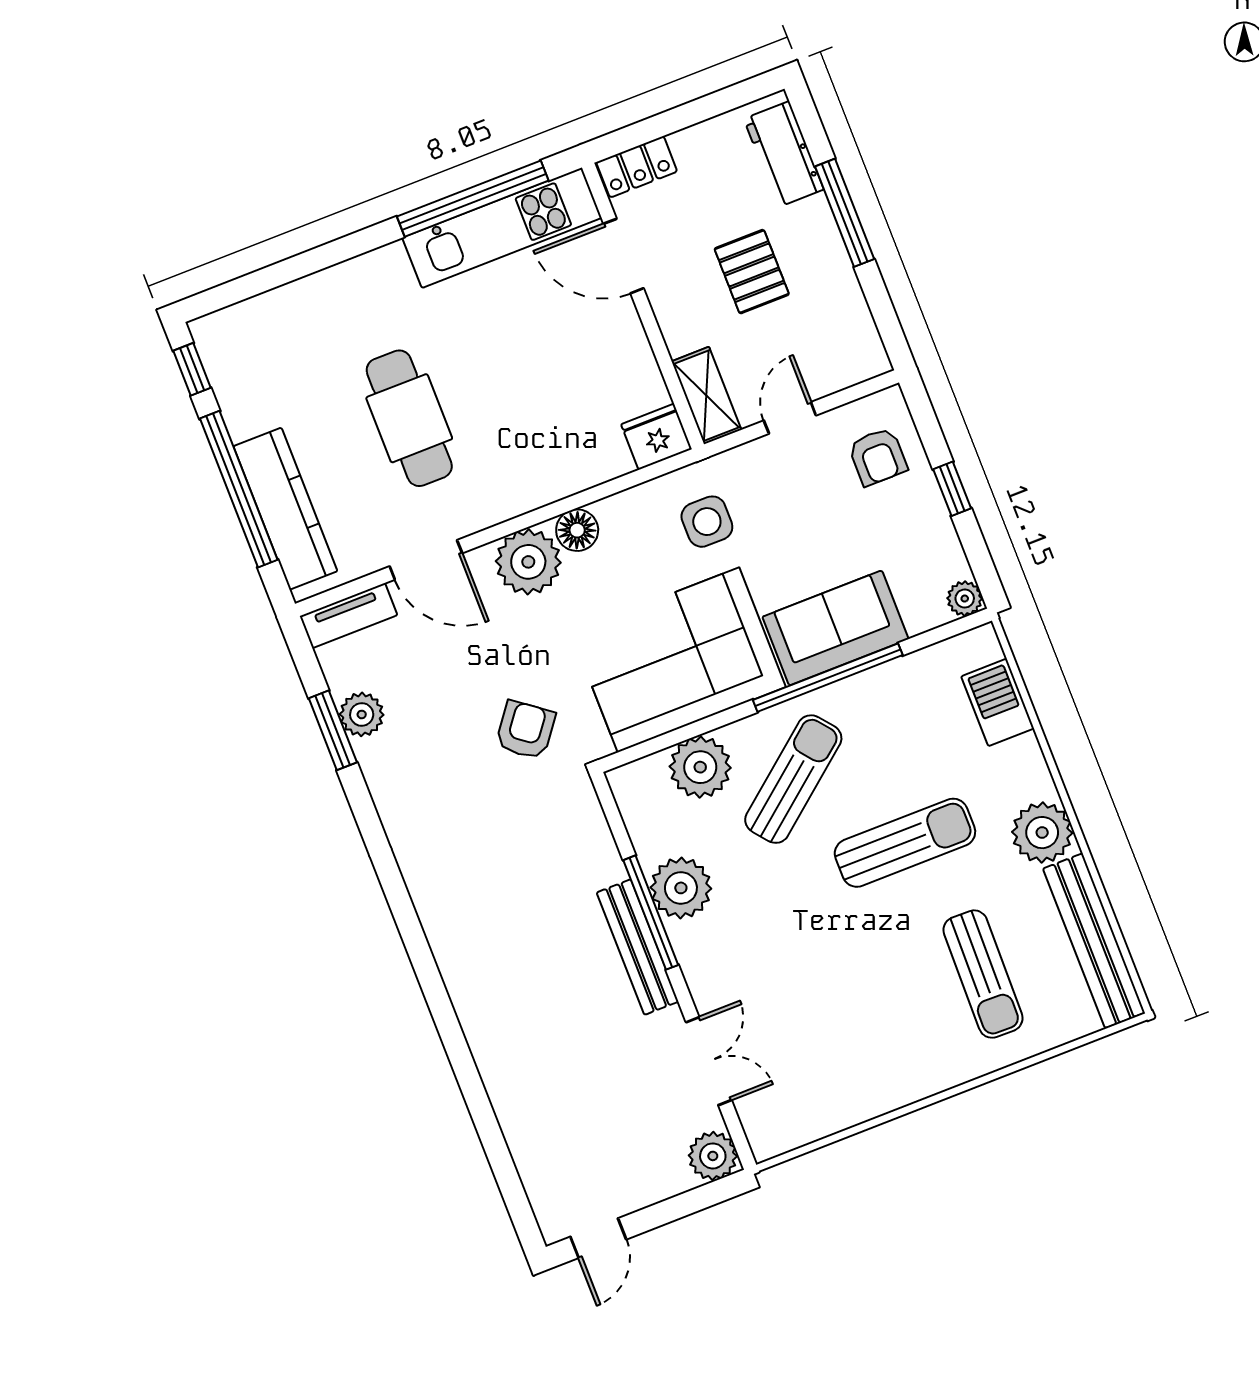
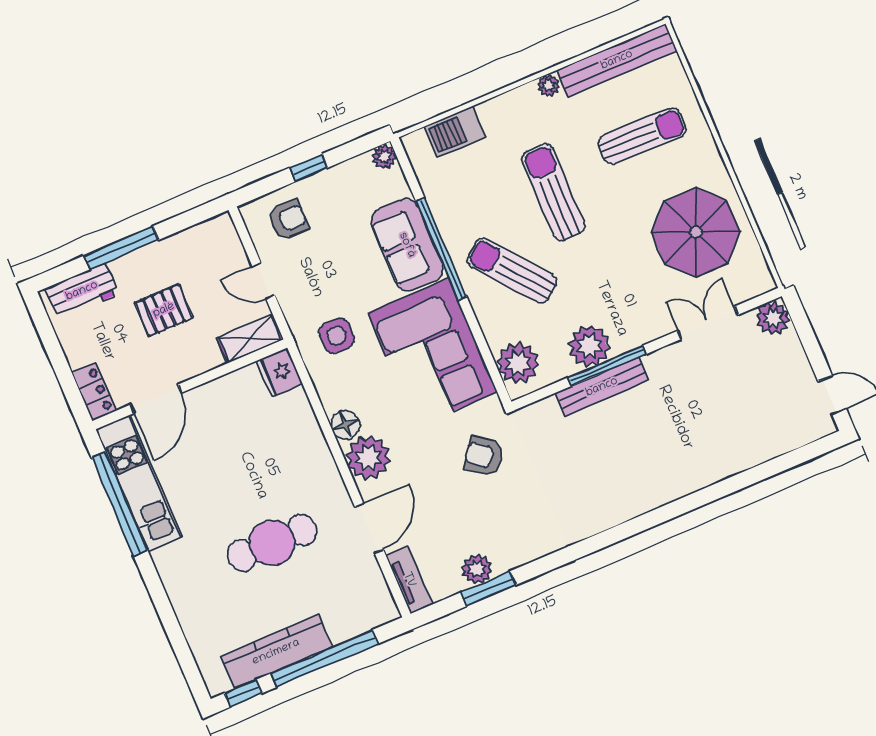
kitchen counter: (285, 509) -> (276, 652), moved
plant: (700, 767) -> (518, 363), moved
plant: (1042, 833) -> (549, 86), width x0.53, depth x0.53
bench: (638, 947) -> (602, 387), moved
parasol: (841, 1048) -> (696, 232), added

